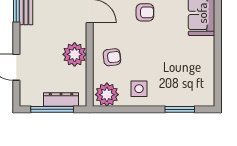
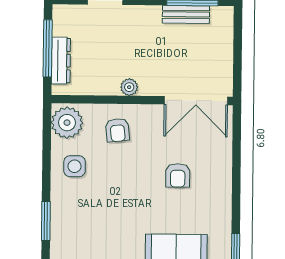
plant: (75, 54) -> (129, 87), width x0.53, depth x0.53

